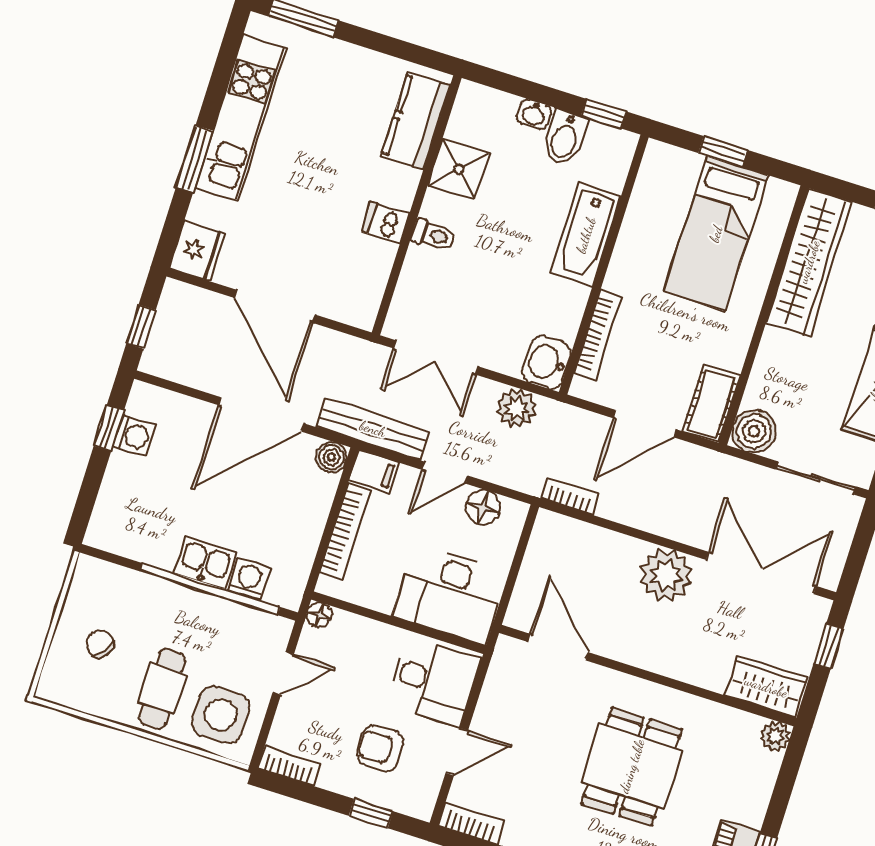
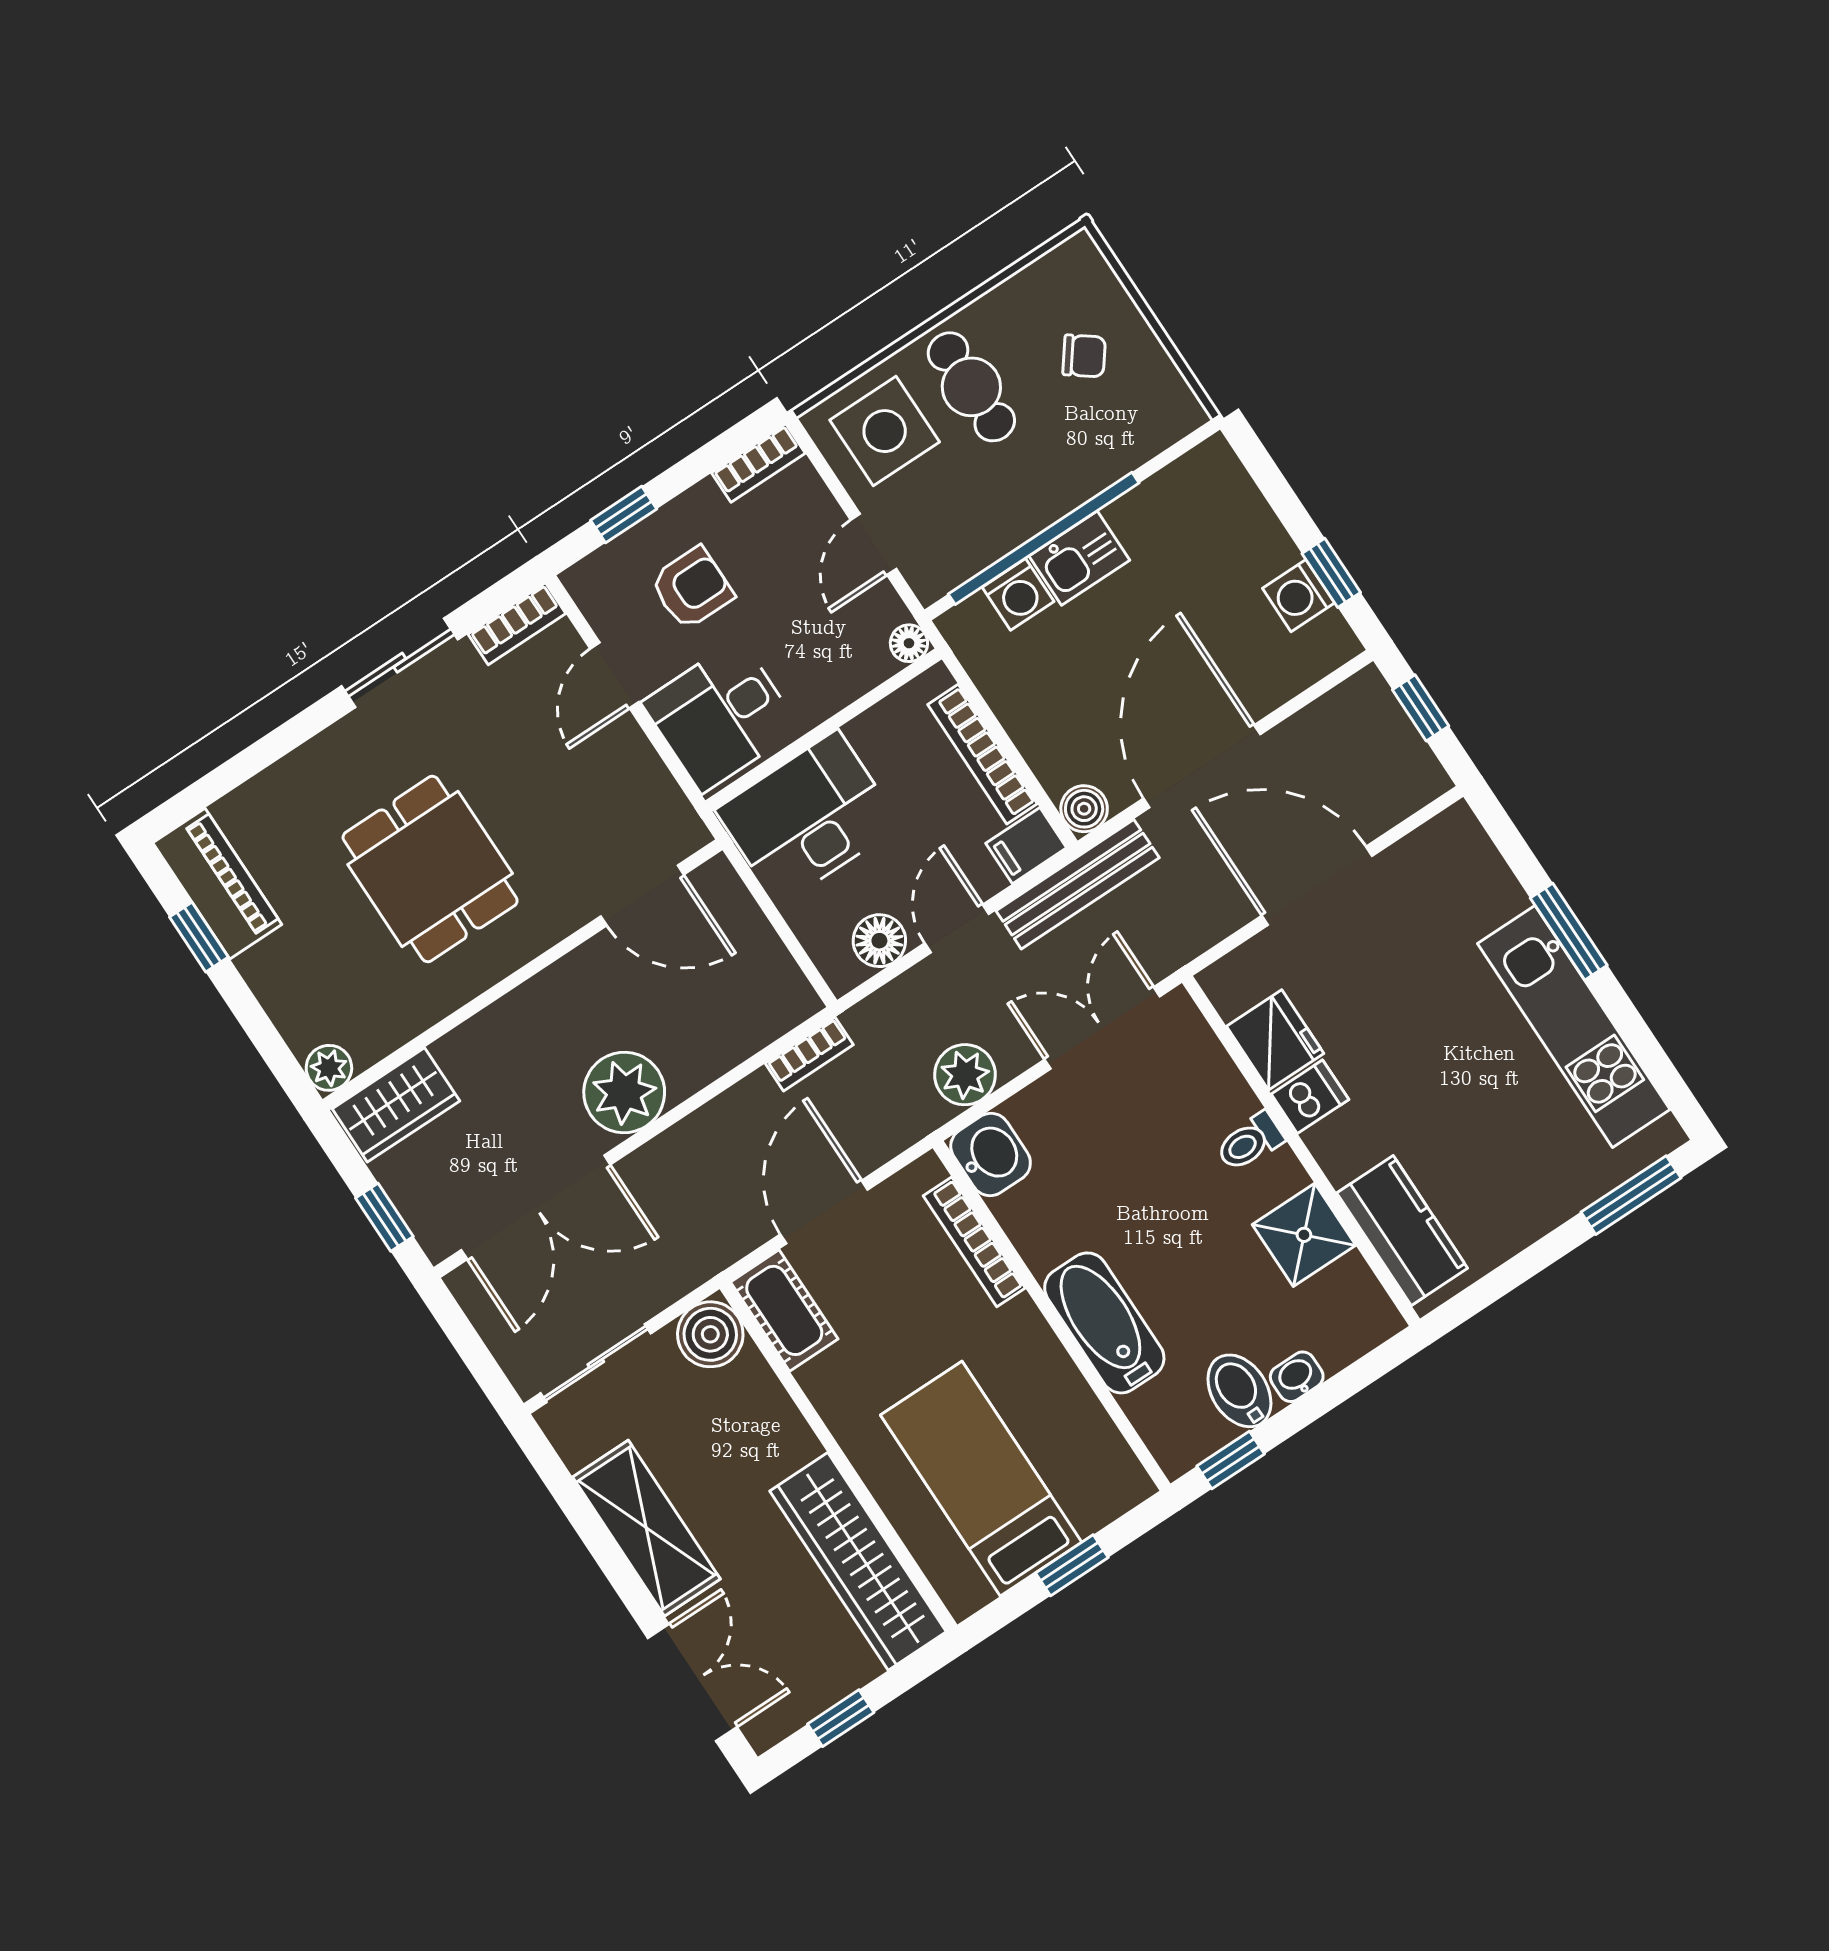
fridge: (197, 251) -> (1275, 1040), moved, turned 180

